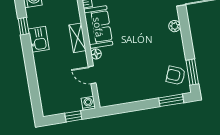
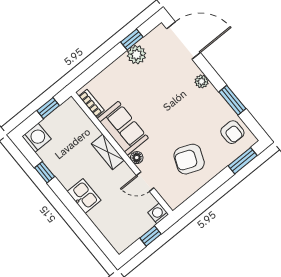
kitchen sink: (39, 39) -> (84, 196), moved
window: (192, 72) -> (232, 100), moved
armchair: (176, 75) -> (232, 132), turned -112
armchair: (133, 77) -> (189, 159), added

